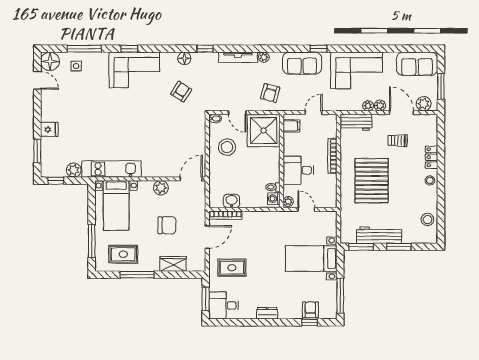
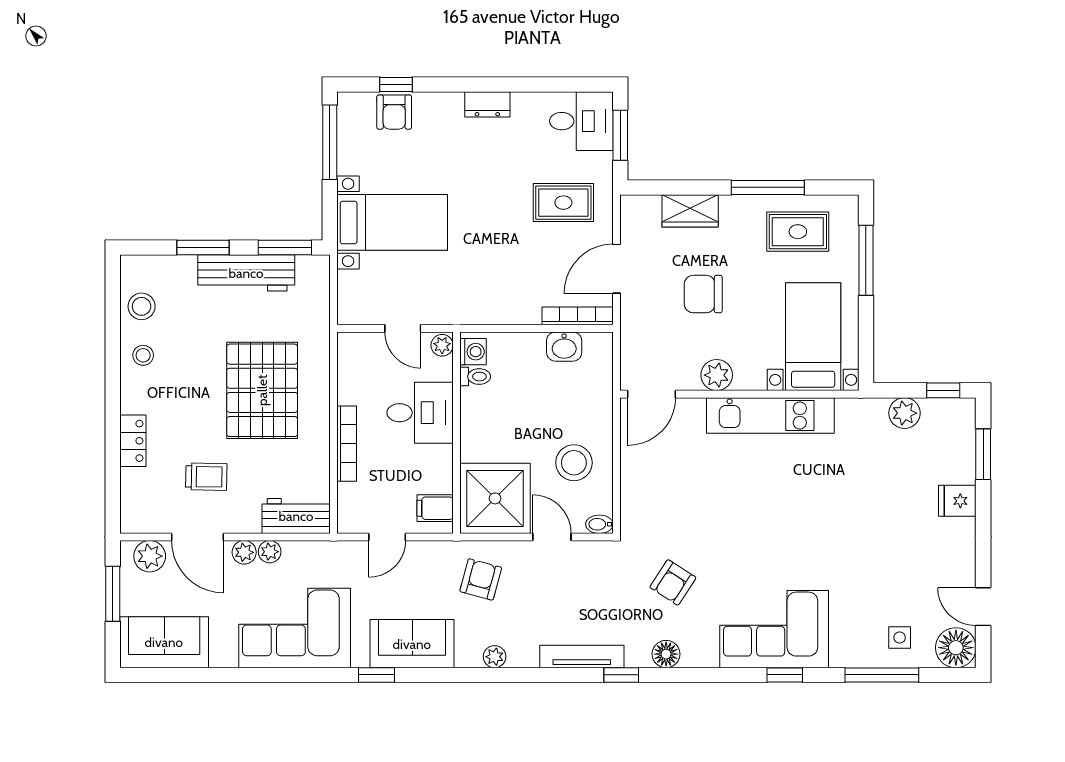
tv unit: (238, 57) -> (582, 656), moved
kitchen unit: (112, 169) -> (770, 415), moved
stool: (430, 180) -> (143, 355), moved

